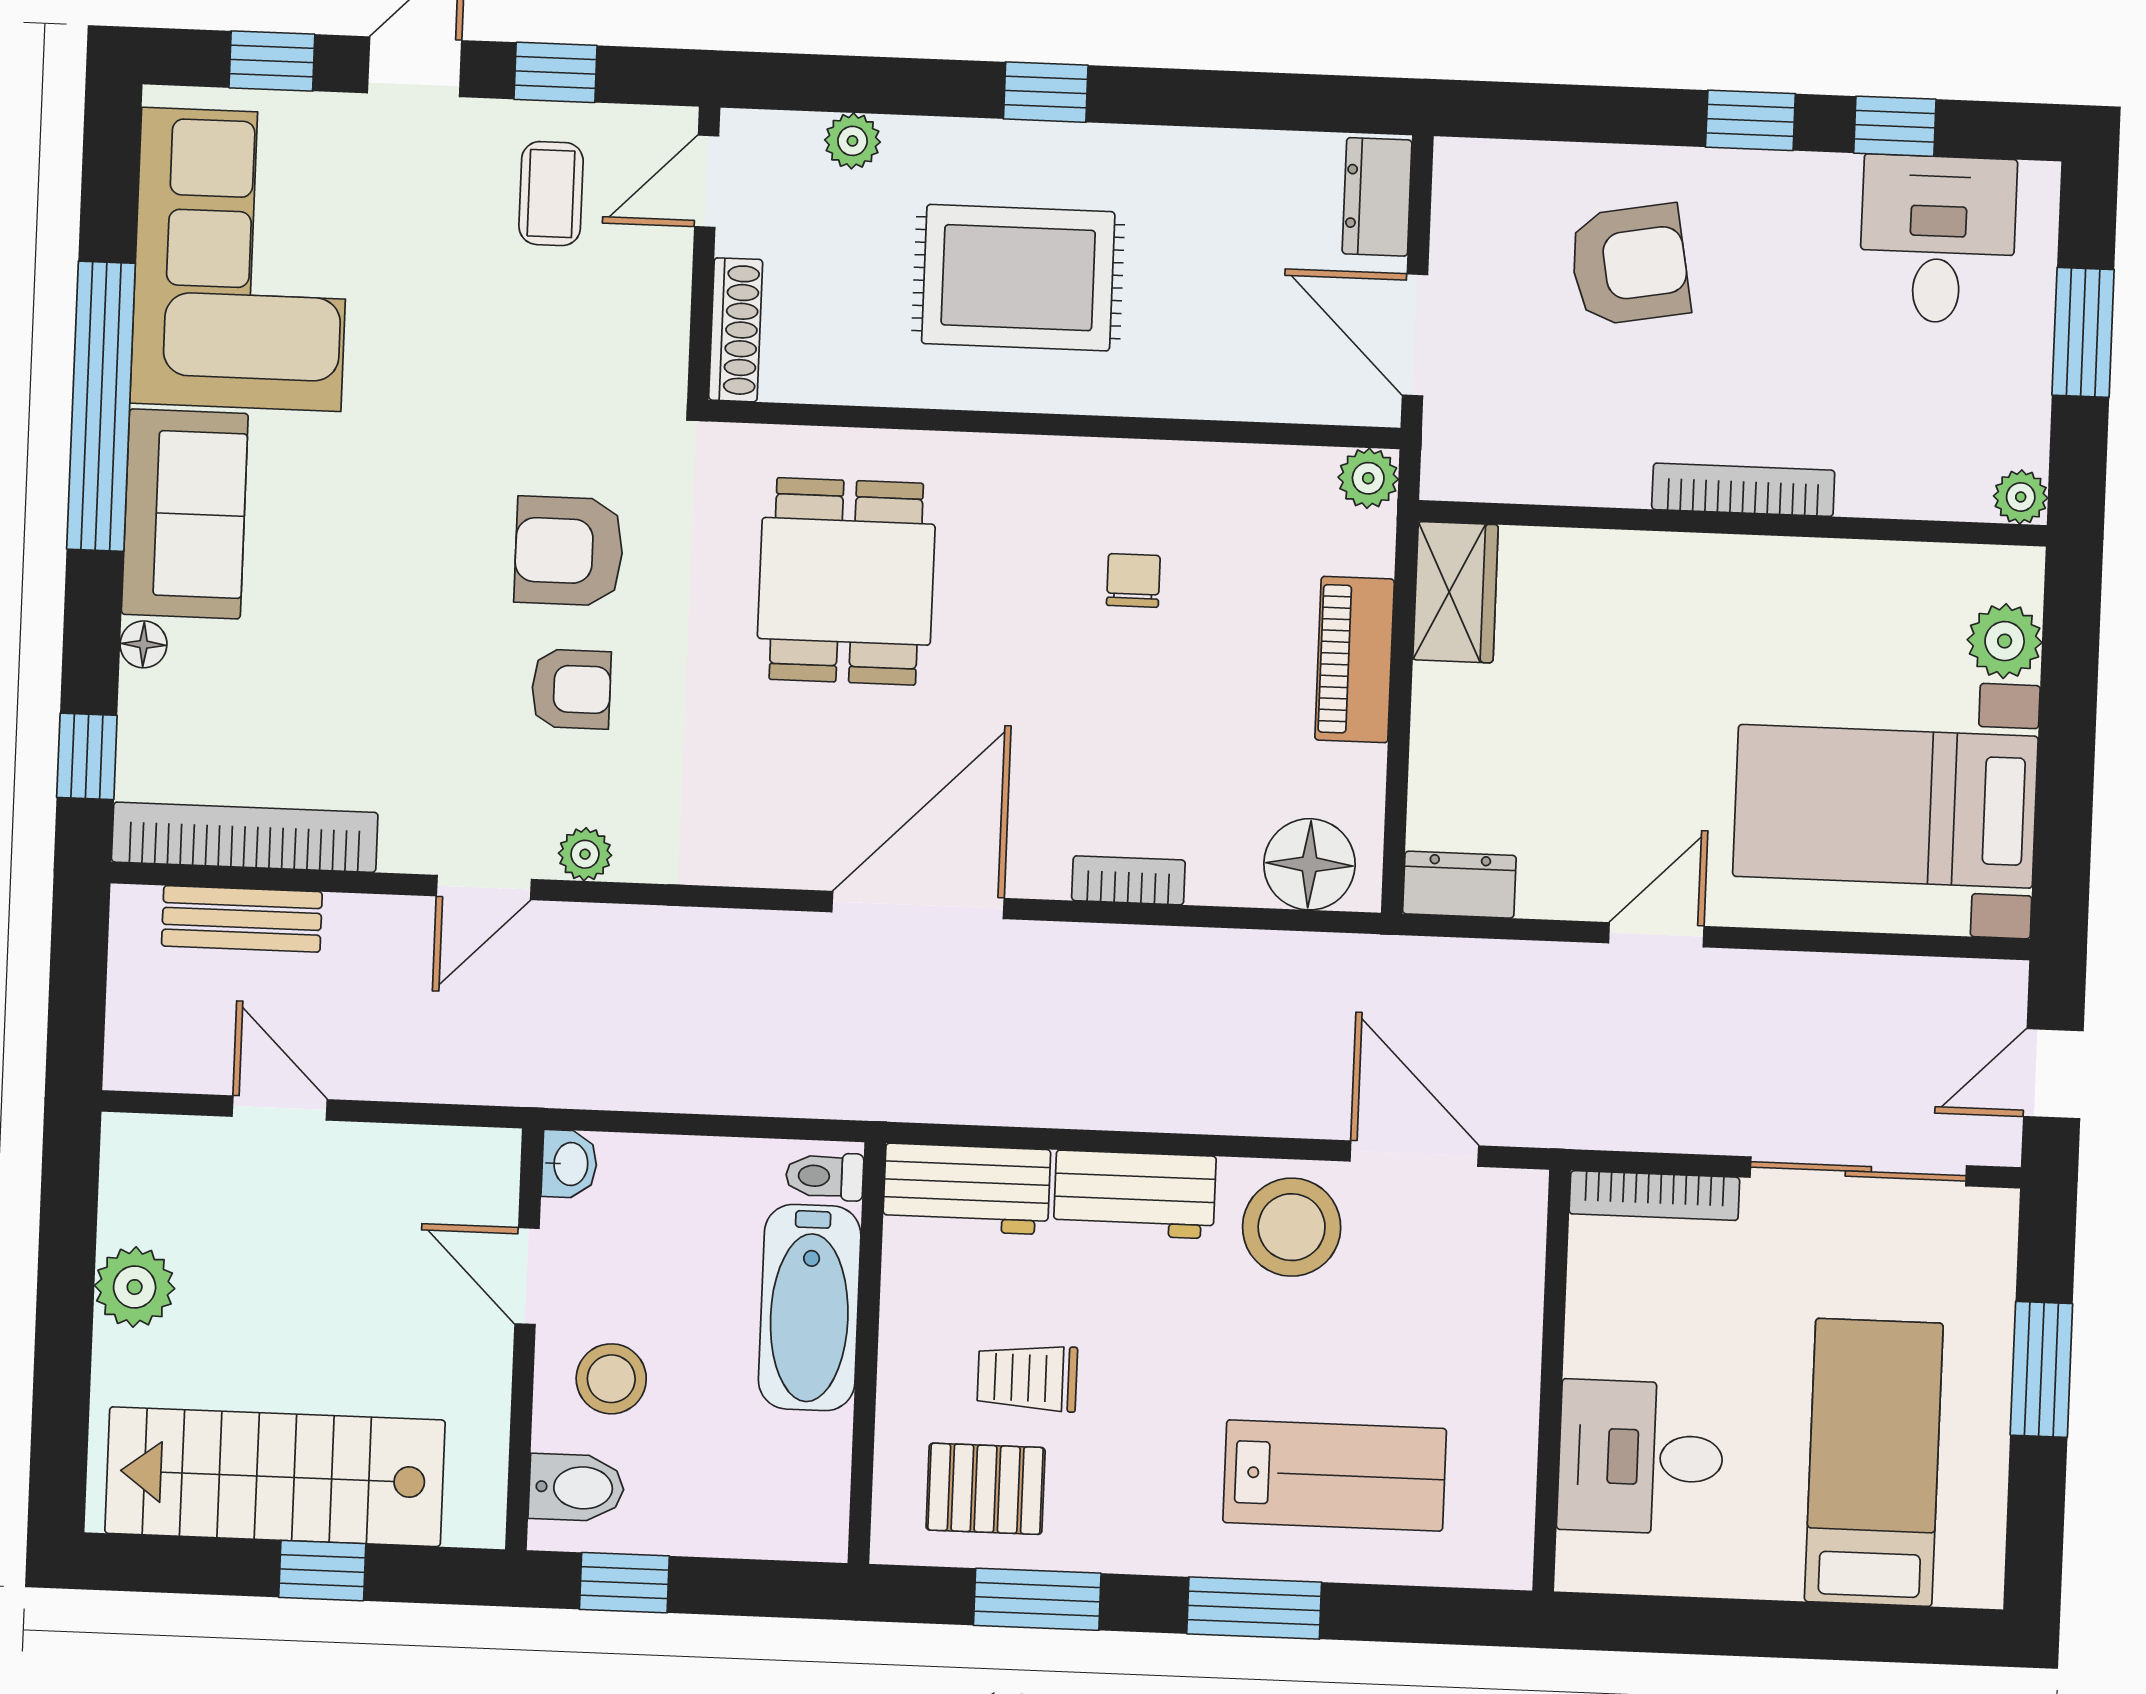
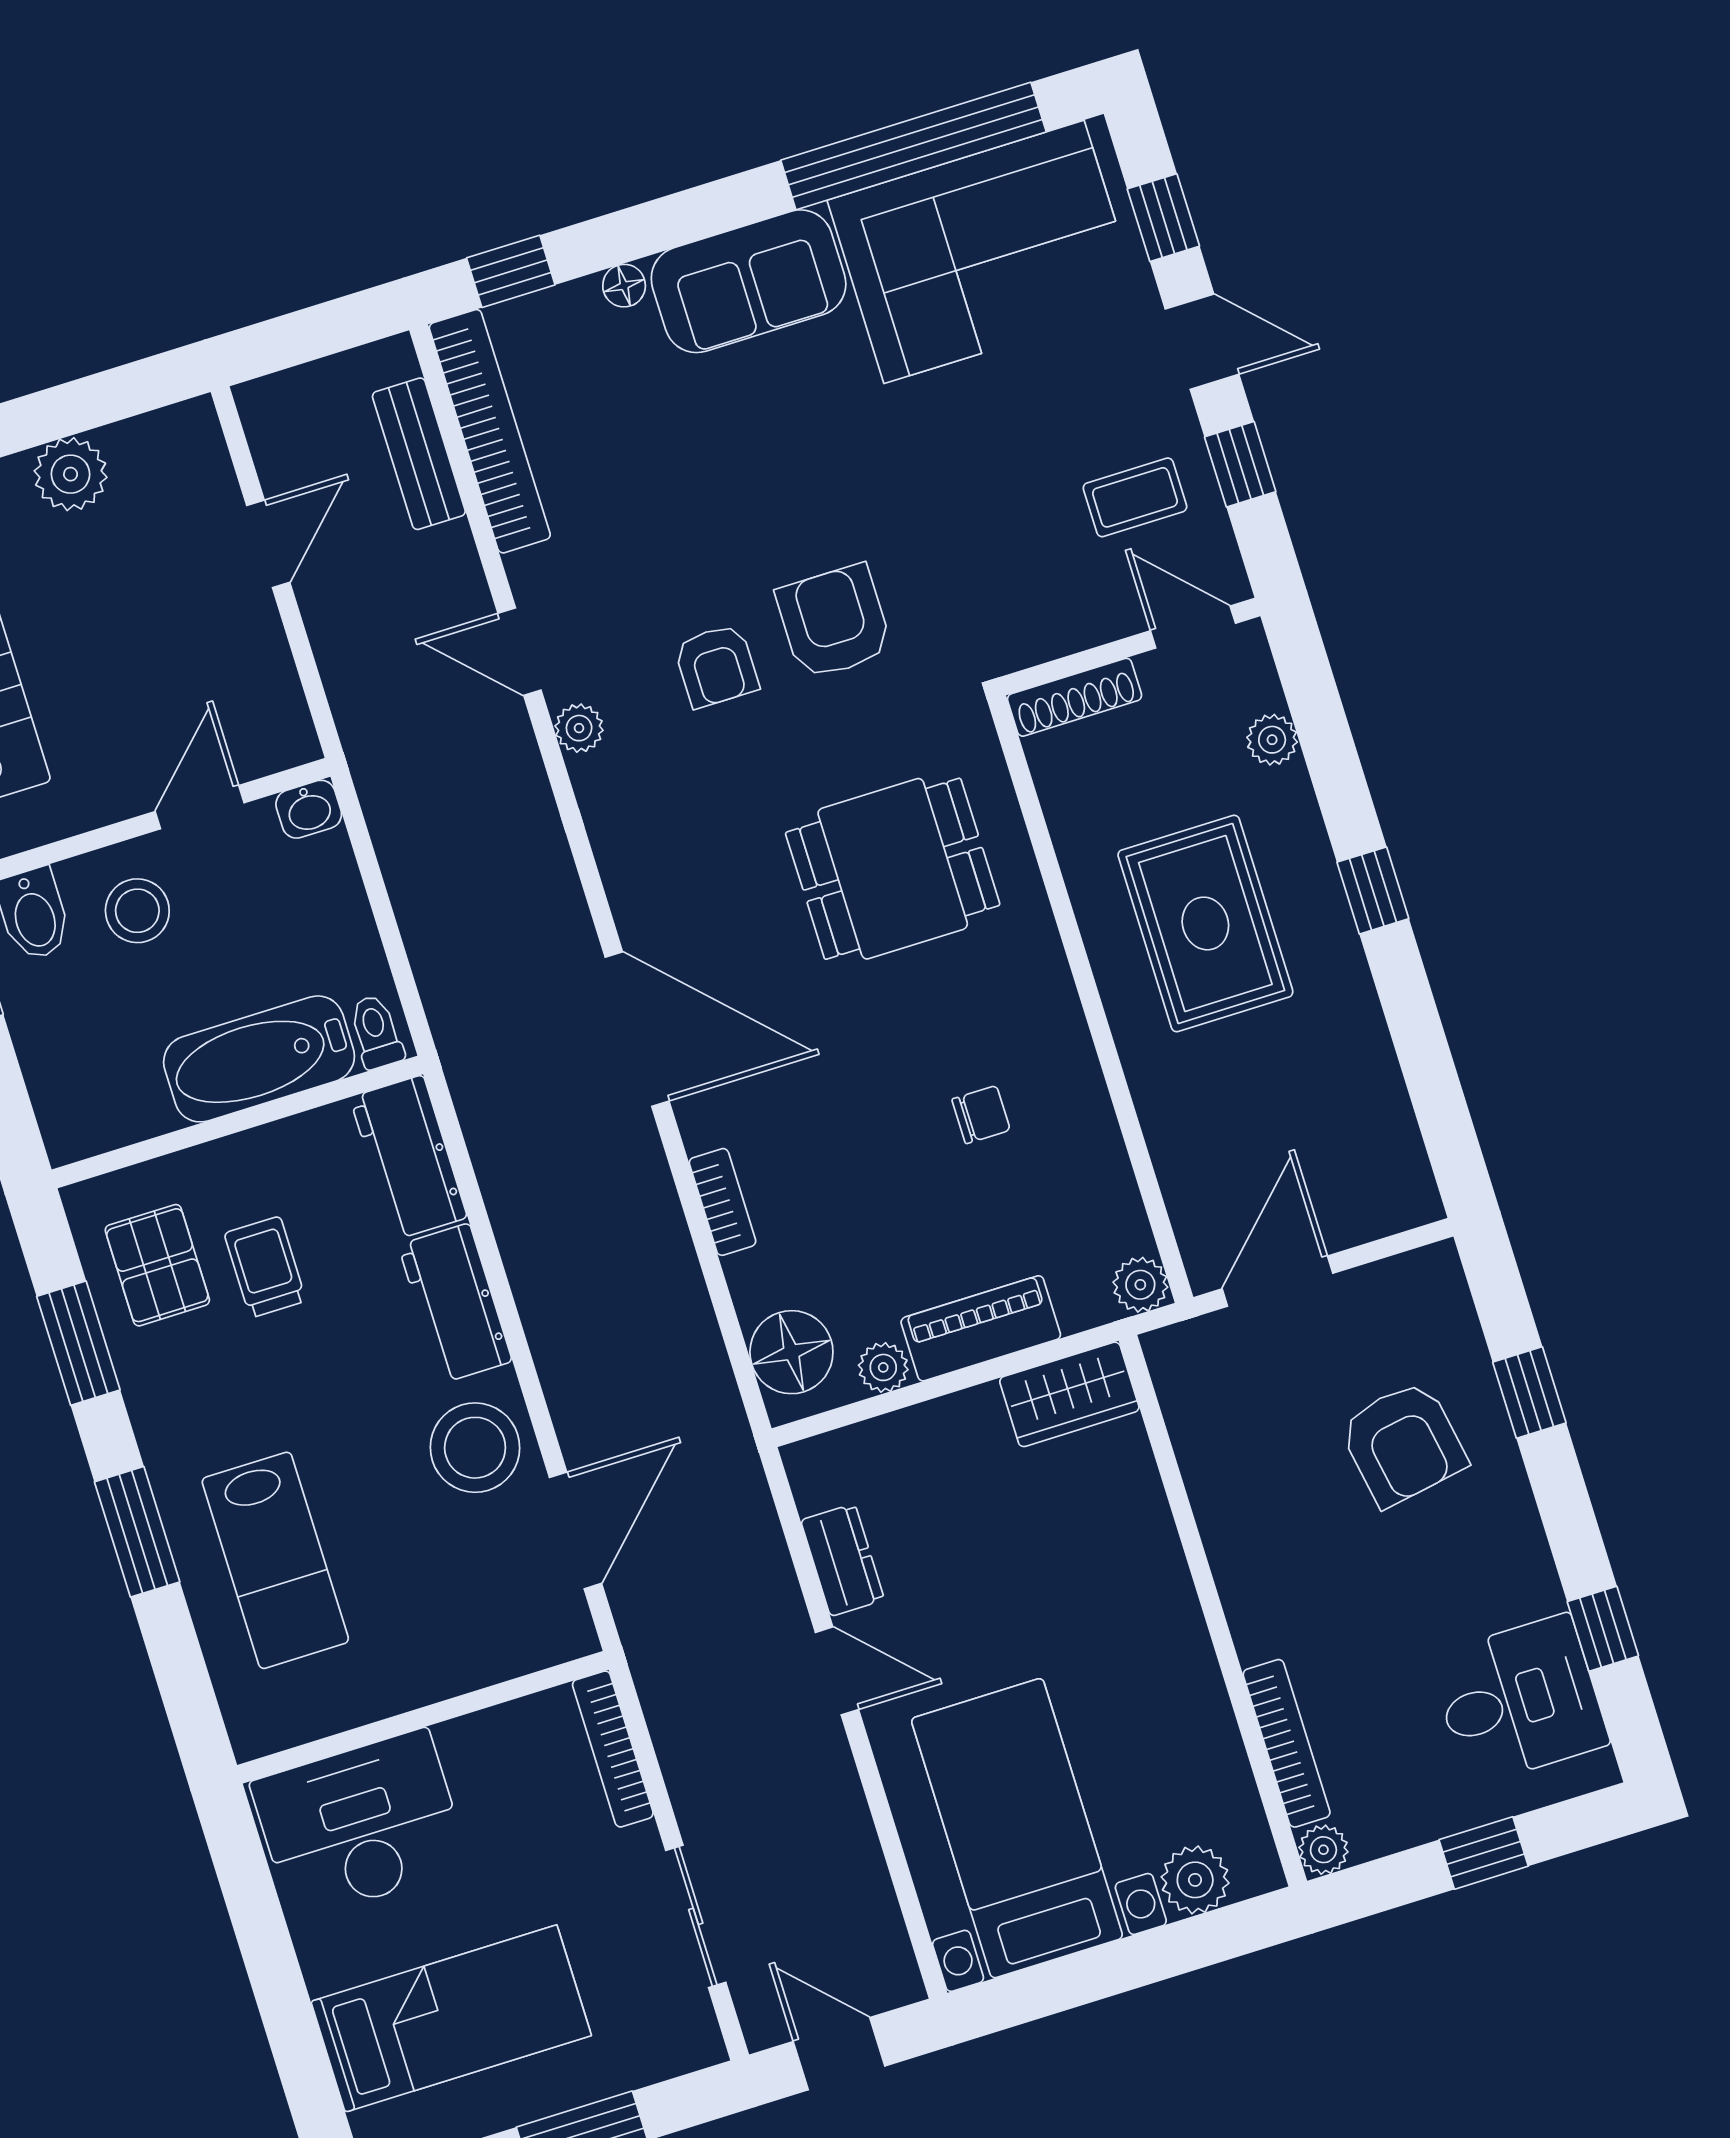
window: (1750, 120) -> (1529, 1393), moved
dresser: (1377, 197) -> (1384, 1206), removed
window: (2083, 332) -> (1484, 1853), width x0.67
window: (101, 406) -> (913, 146), moved
bookcase: (1743, 490) -> (1287, 1743), moved
plant: (1359, 775) -> (883, 1367), added
dresser: (1459, 885) -> (843, 1560), moved
sliding door: (1858, 1171) -> (696, 1916), width x0.73
desk: (1641, 1457) -> (360, 1825), width x1.37

